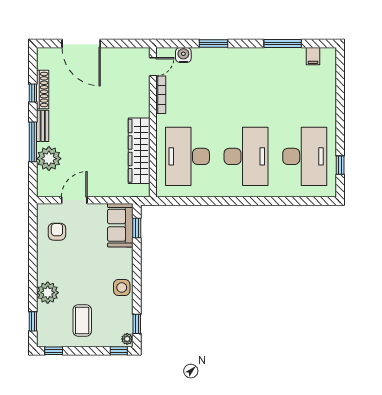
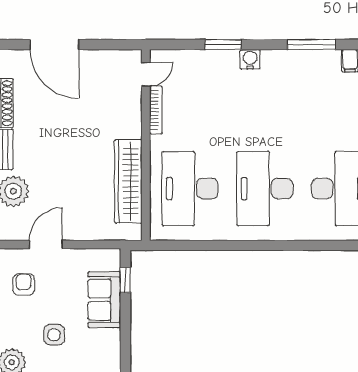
water cooler: (183, 55) -> (250, 59), moved
desk: (246, 156) -> (265, 189), turned 180
sofa: (120, 225) -> (104, 300), moved
side table: (122, 287) -> (54, 335), moved

